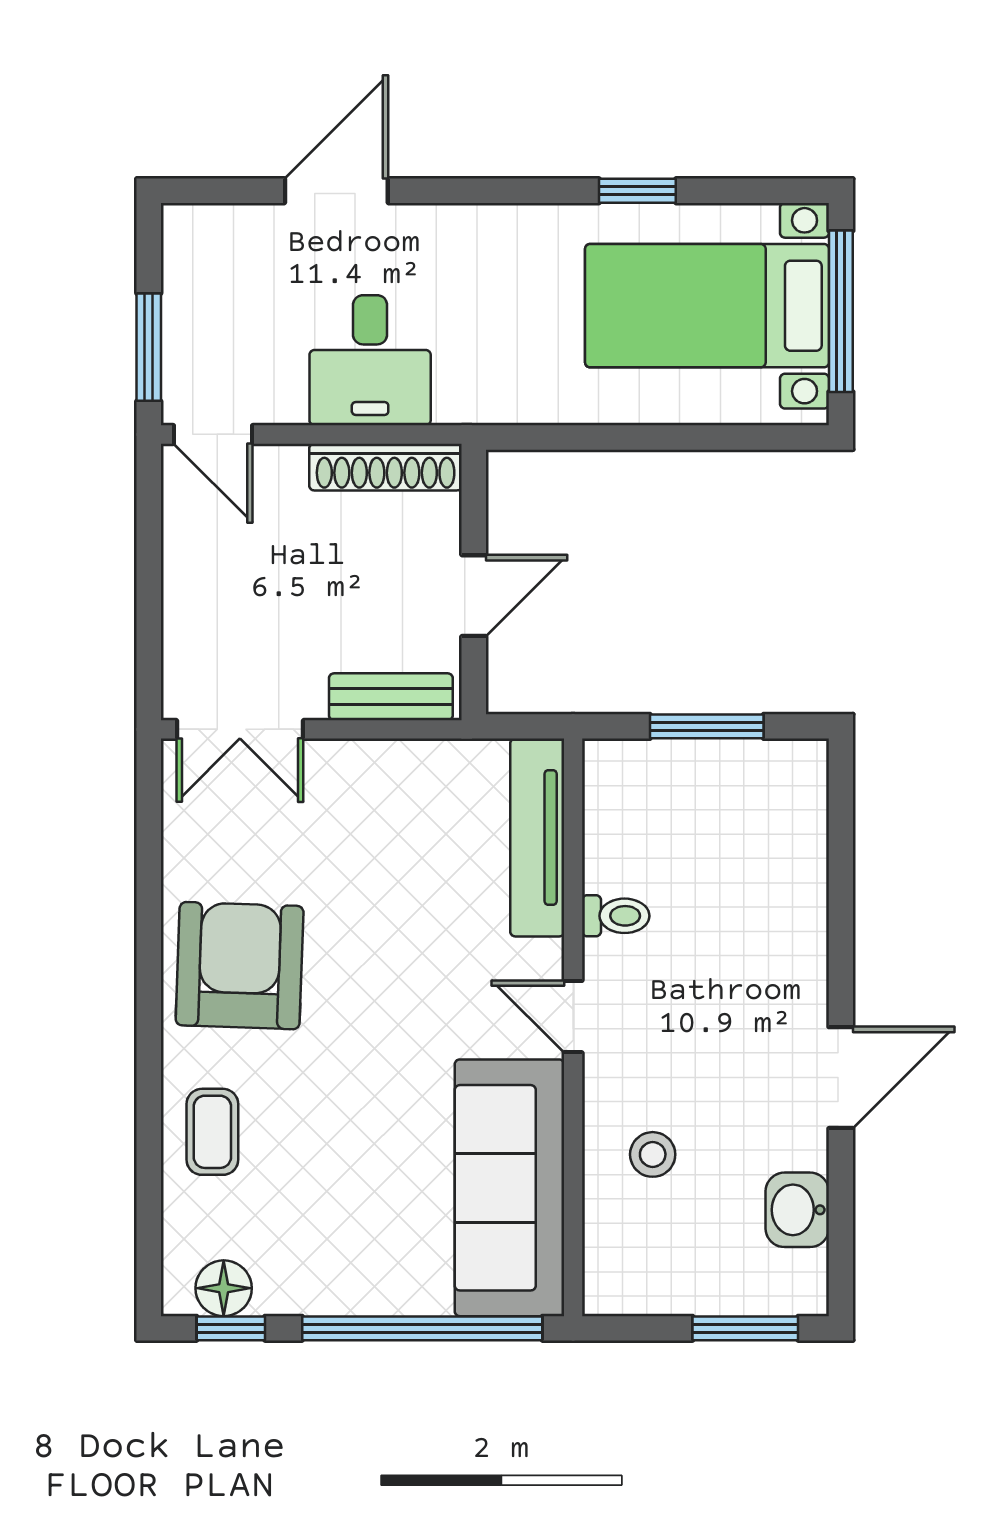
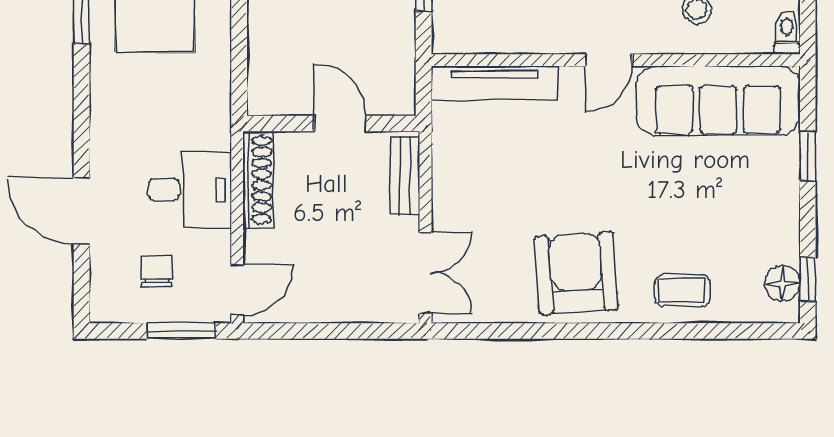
chair: (242, 308) -> (157, 271), added
toilet: (616, 916) -> (787, 33), moved
armchair: (240, 966) -> (576, 273), turned 84
window: (422, 1328) -> (808, 156), width x0.32

